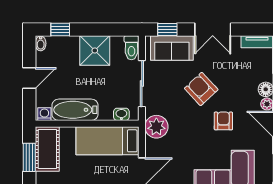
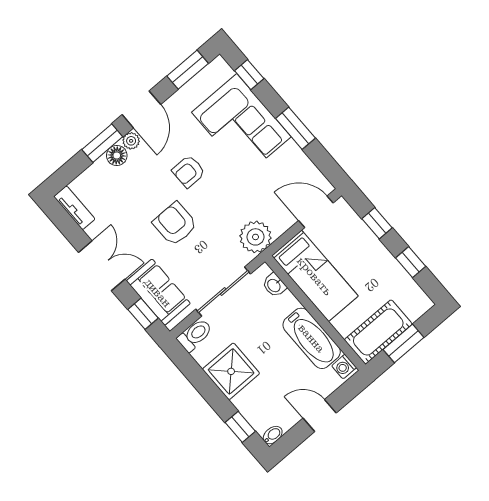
armchair: (201, 89) -> (175, 224), turned 133

